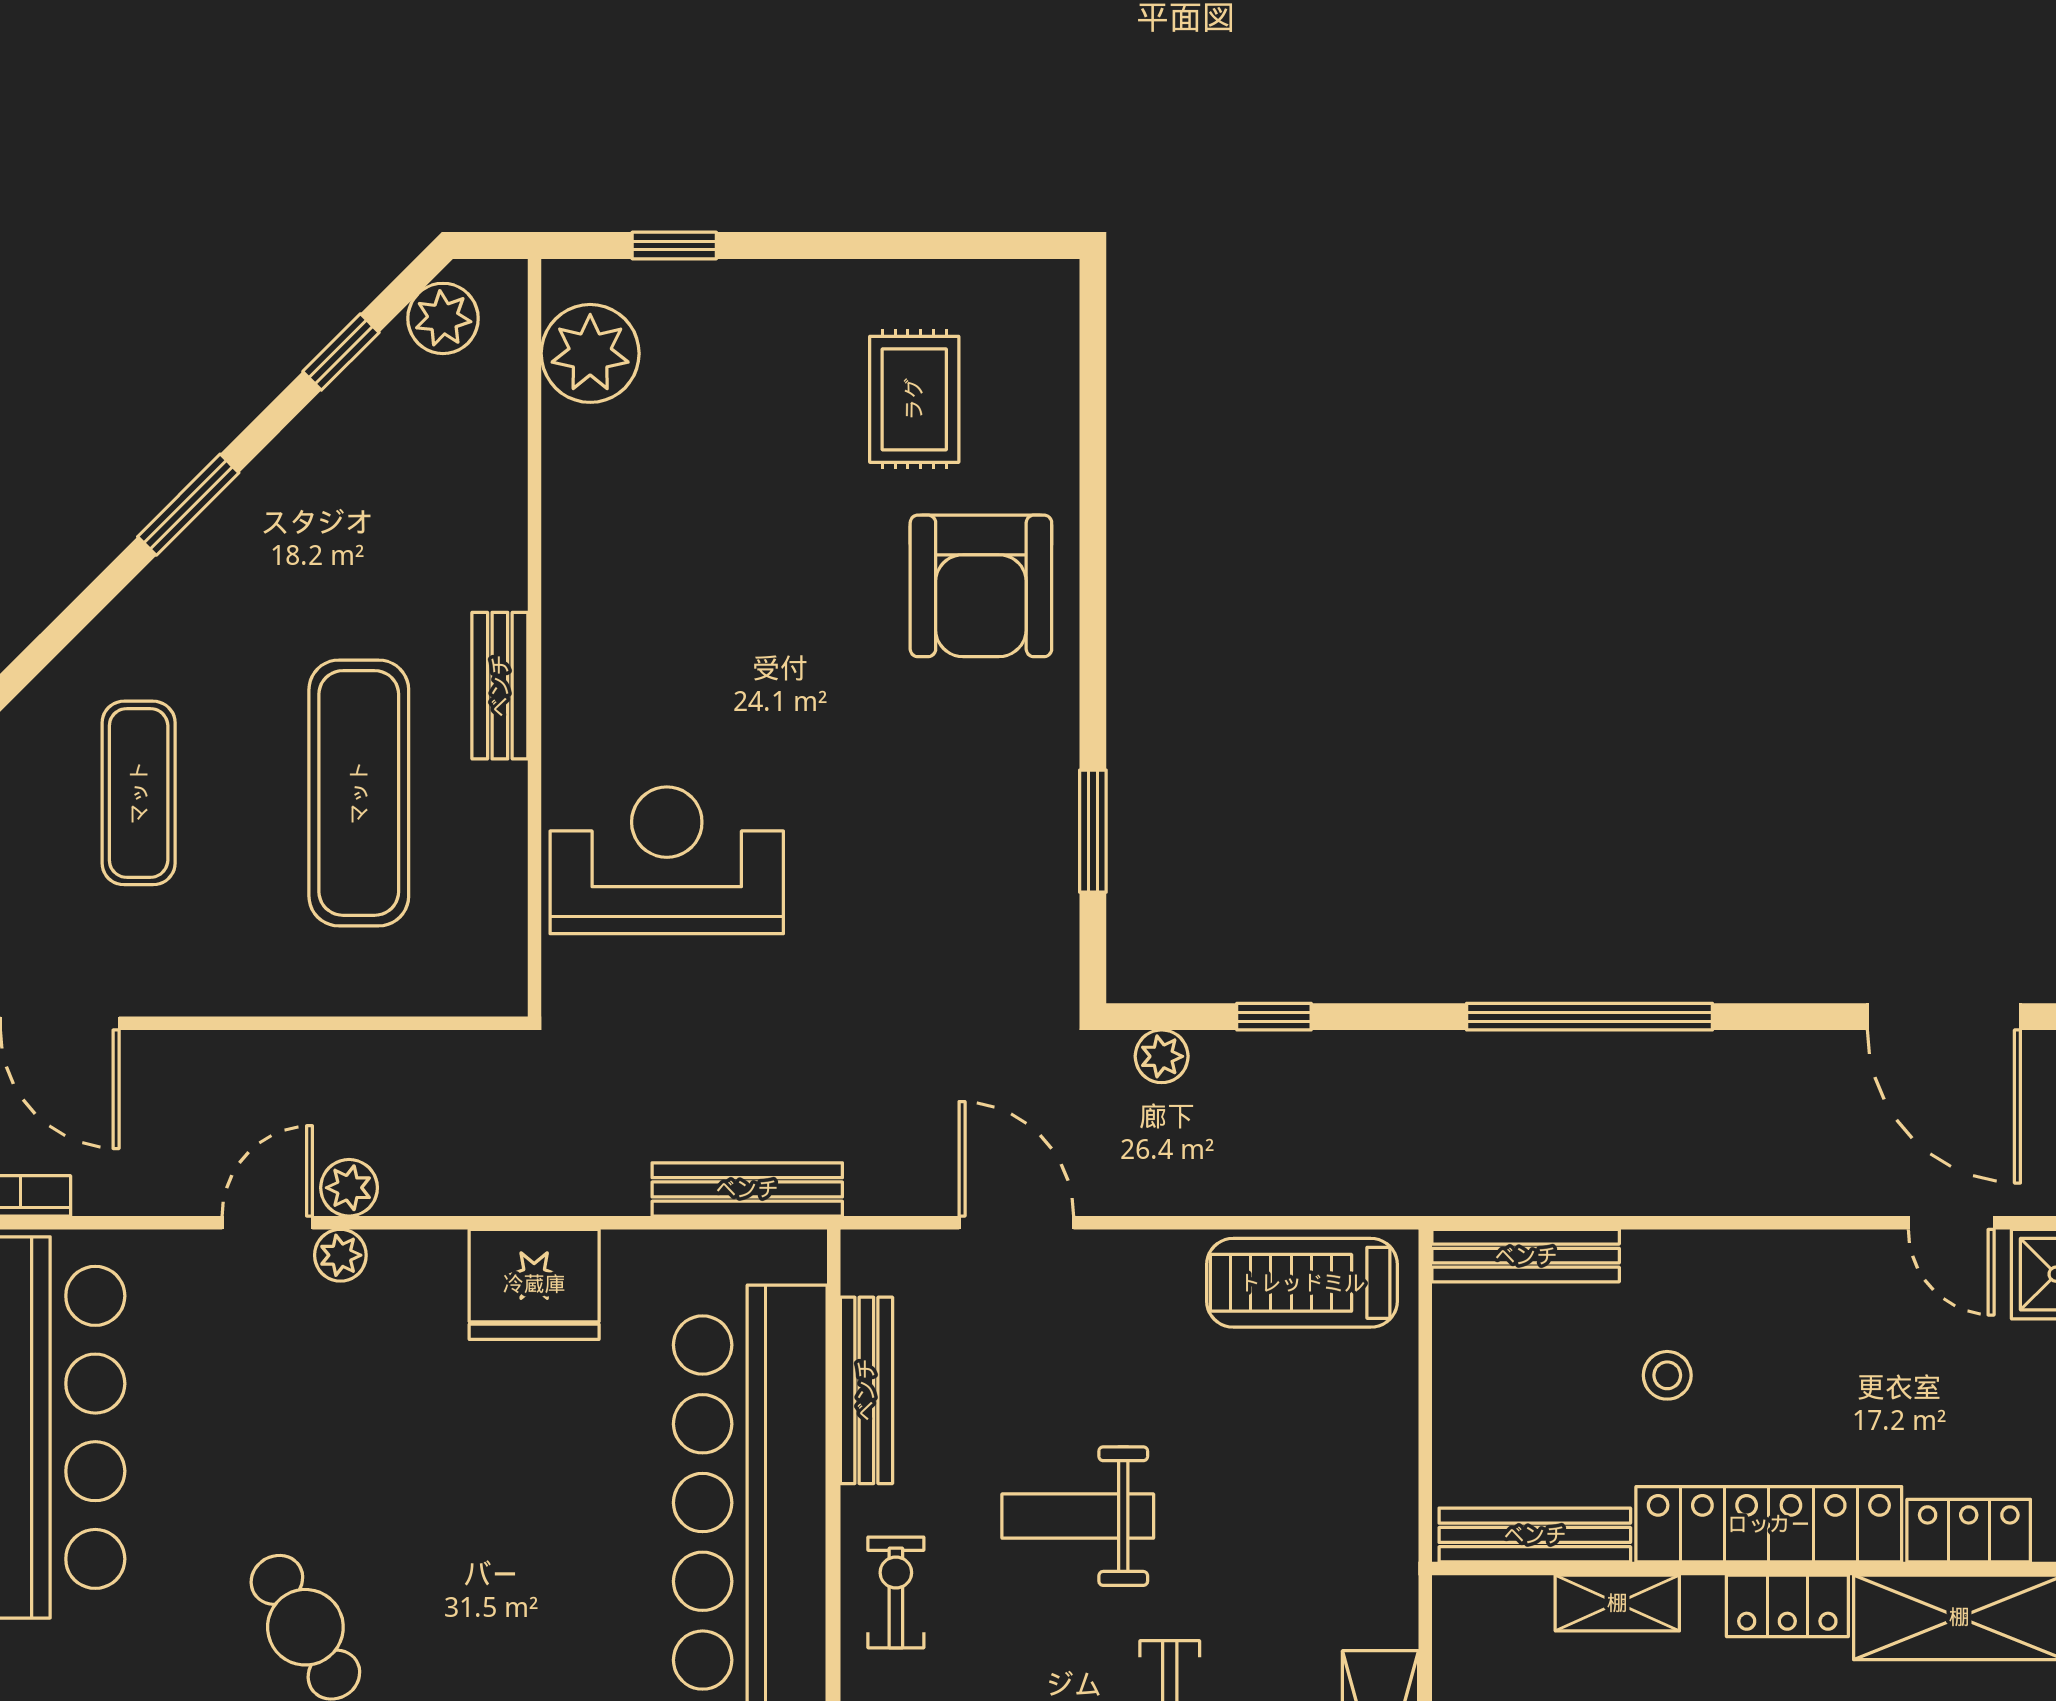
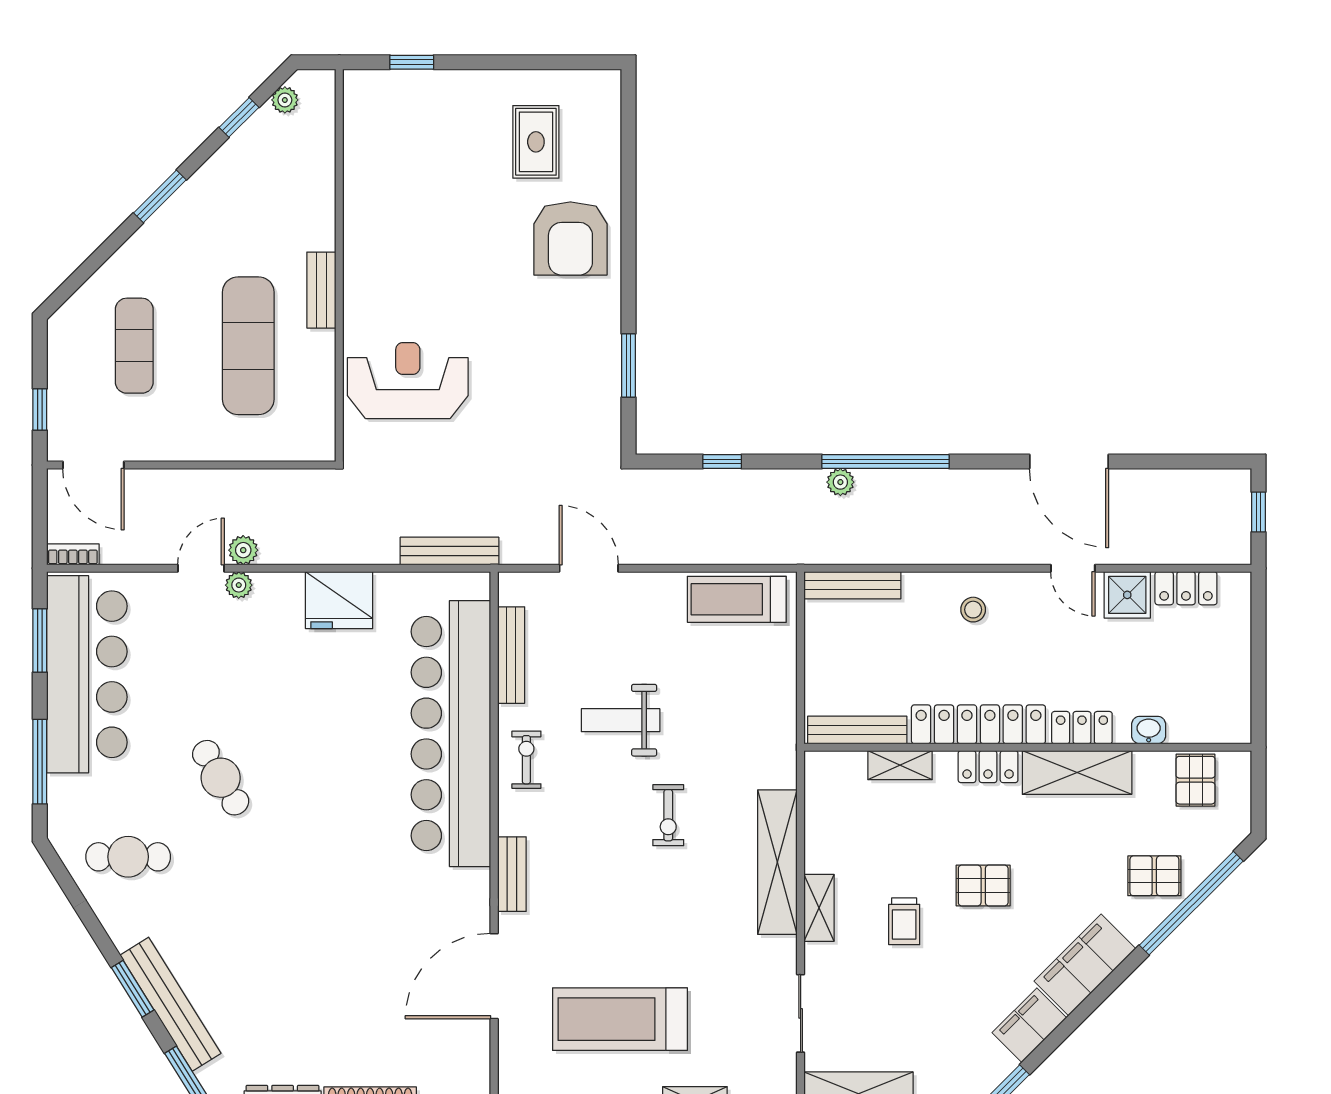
plant: (443, 318) -> (285, 100), width x0.73, depth x0.73
plant: (590, 353) -> (368, 118), removed
plant: (1162, 1056) -> (840, 482), moved
stool: (1667, 1375) -> (973, 610), moved

